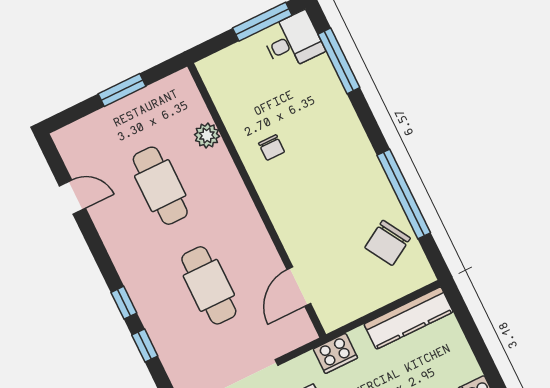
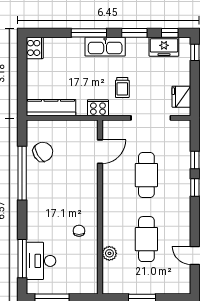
desk: (293, 41) -> (41, 261), moved, width x1.37

